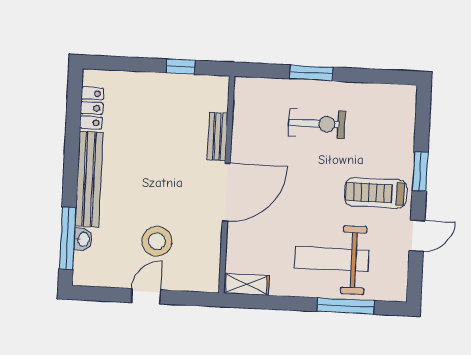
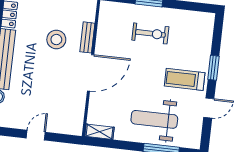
stool: (157, 241) -> (56, 40), moved

